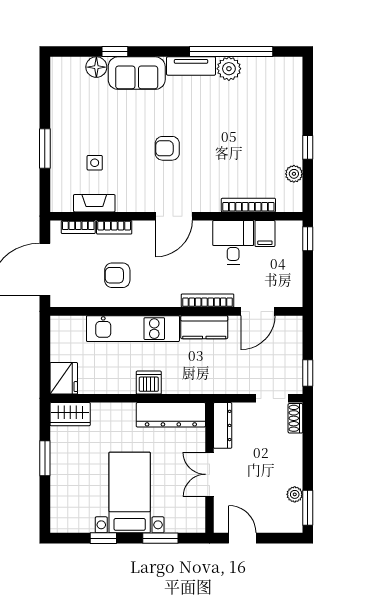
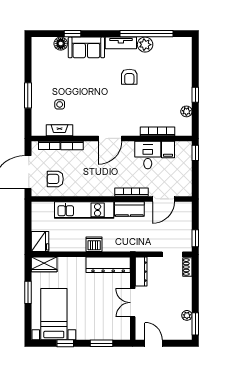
armchair: (167, 148) -> (129, 77), moved, turned -90
armchair: (117, 275) -> (55, 179), moved
bed with nightstands: (130, 492) -> (54, 314), moved

